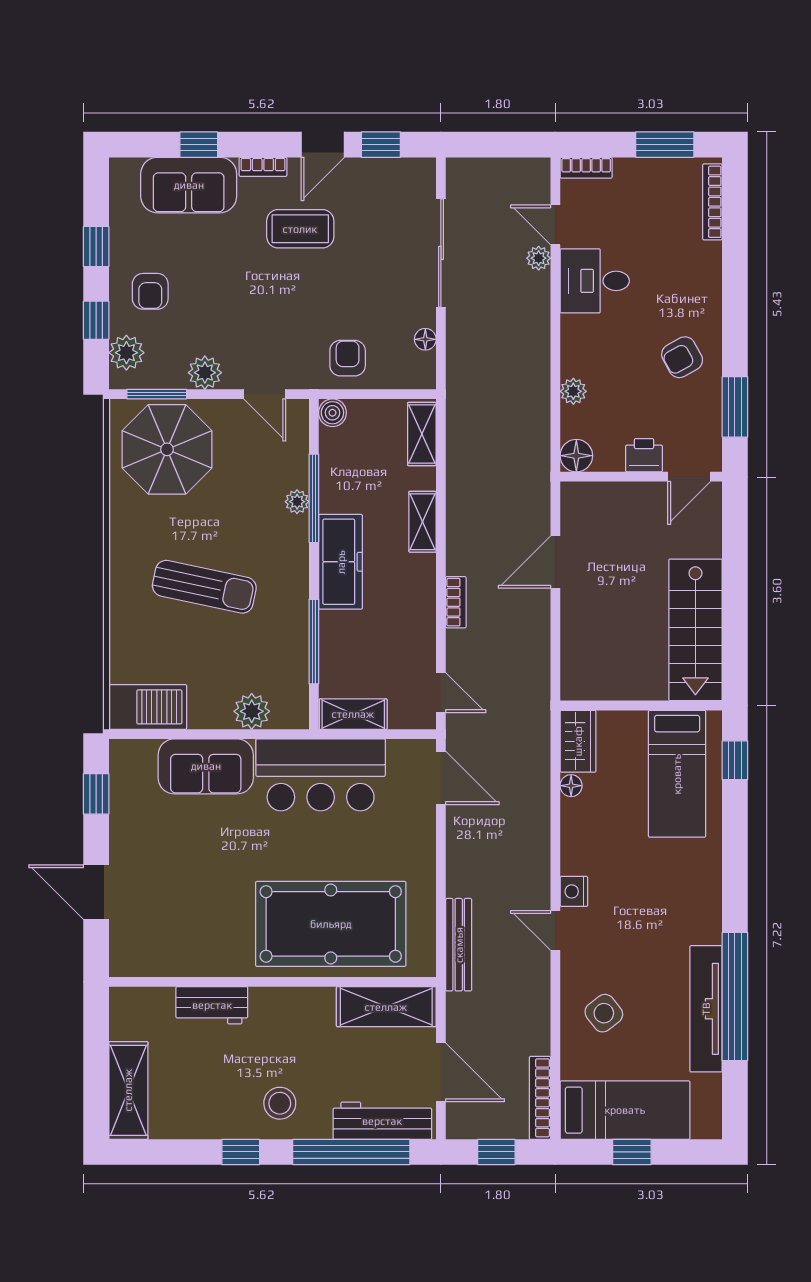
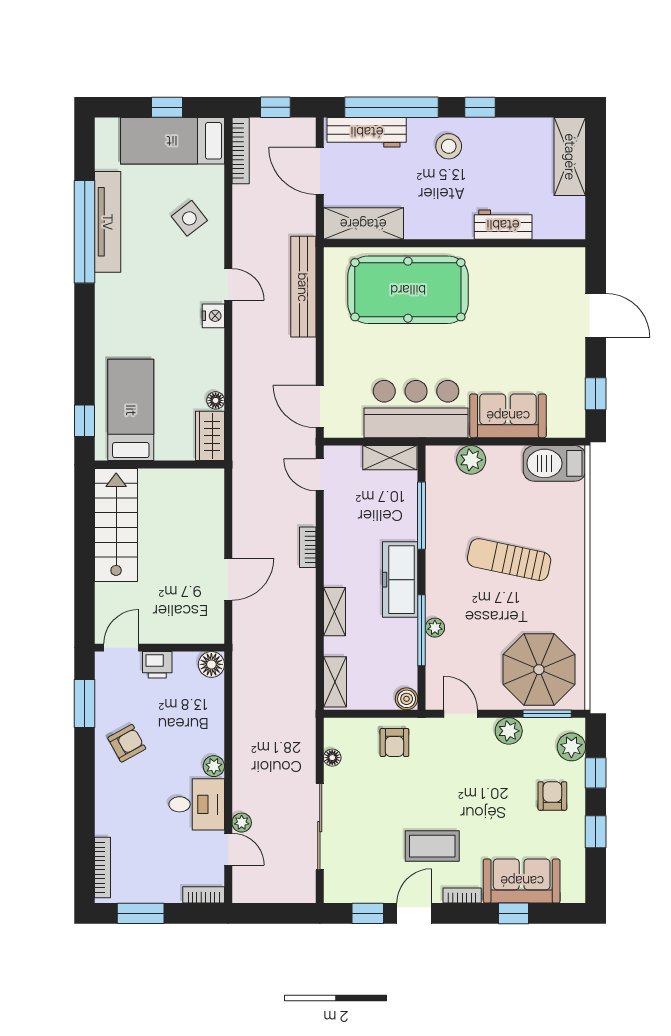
plant: (573, 391) -> (214, 766), moved
bench: (459, 945) -> (303, 287), width x1.37, depth x1.21

